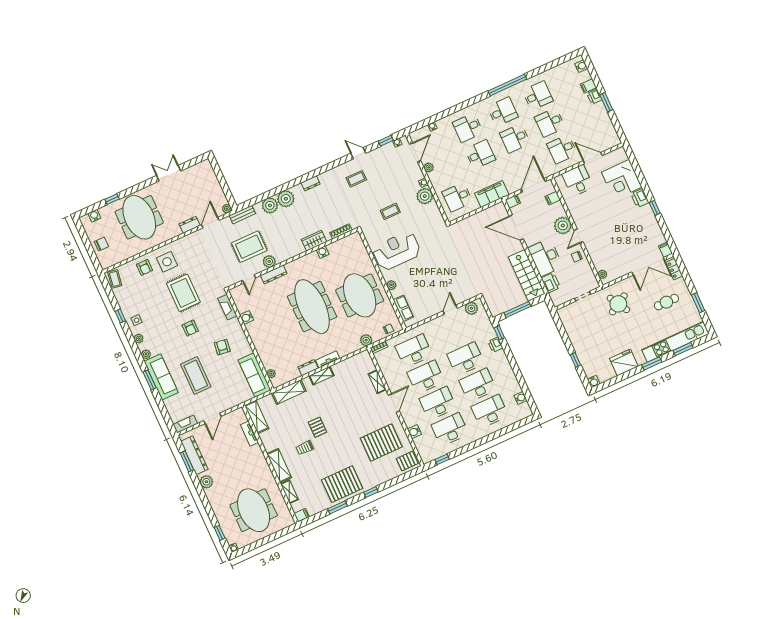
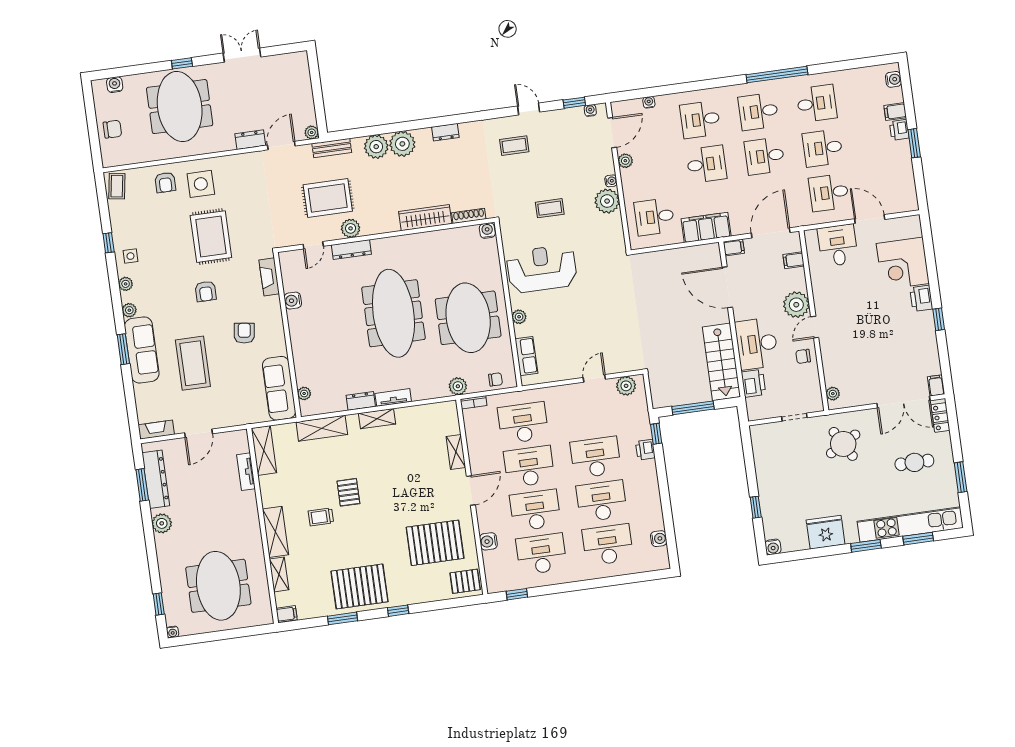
desk: (503, 112) -> (758, 112), turned 180
window: (112, 199) -> (182, 63), moved
wardrobe: (314, 241) -> (425, 218), width x1.50
water cooler: (323, 252) -> (487, 231), moved

